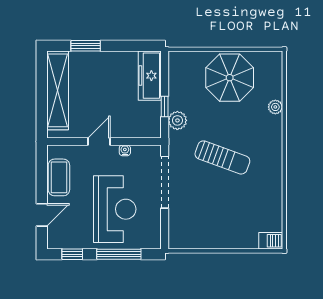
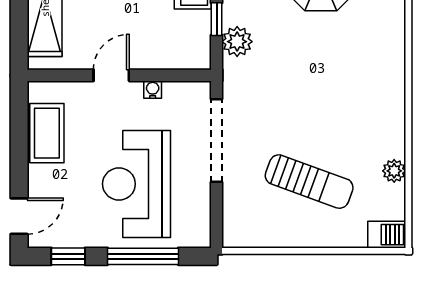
plant: (275, 107) -> (394, 171), moved
sun lounger: (222, 157) -> (309, 182), moved
reception desk: (115, 209) -> (136, 184), turned 180
door: (42, 215) -> (19, 216), moved

